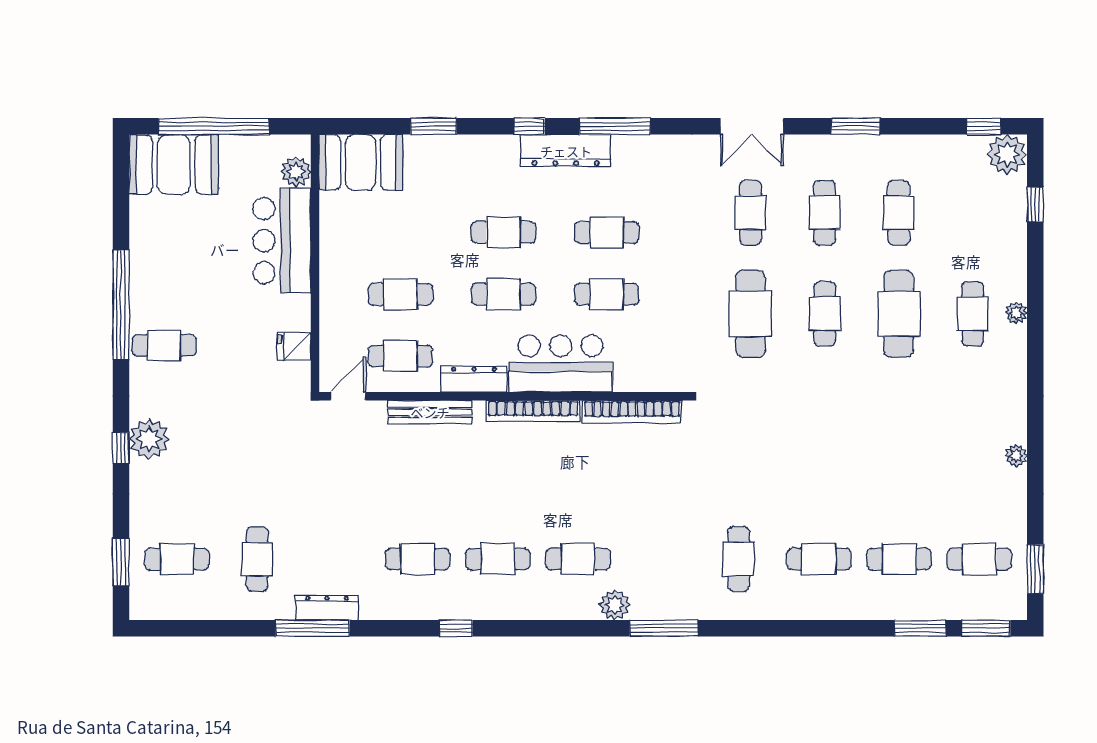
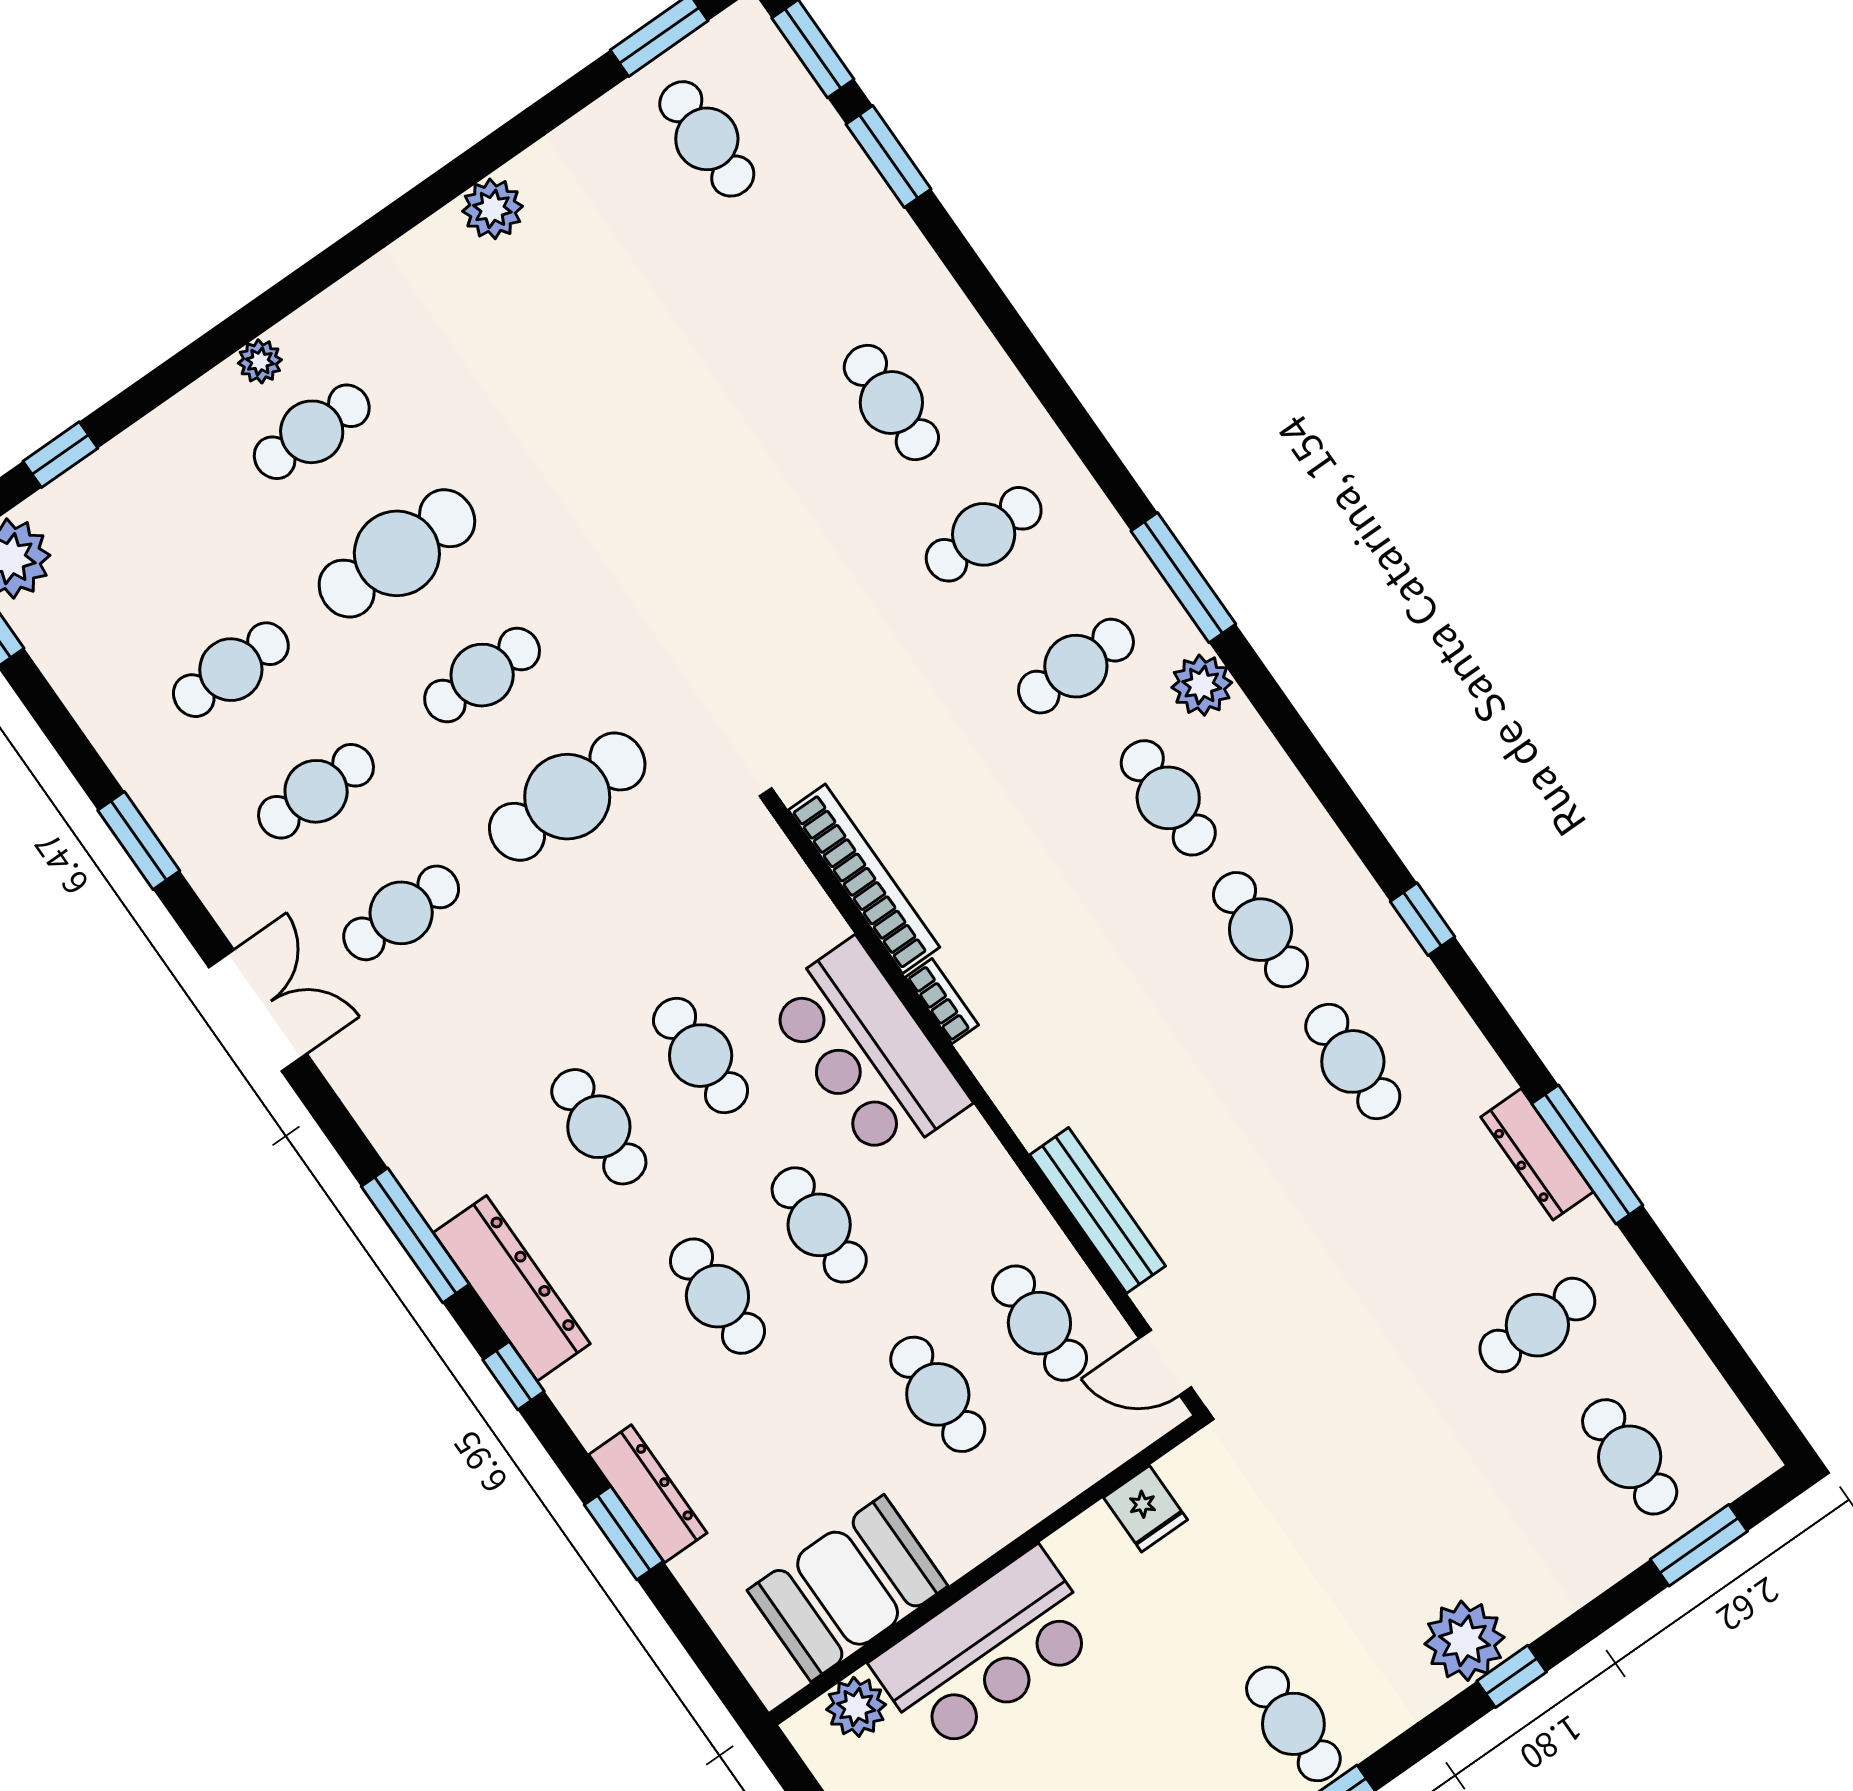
booth: (361, 162) -> (848, 1588), moved, turned 90
dresser: (474, 379) -> (648, 1494), moved, turned 180
bookcase: (533, 411) -> (942, 1001), width x0.43, depth x0.76
plant: (1016, 456) -> (492, 209), width x1.38, depth x1.38
cafe table: (899, 559) -> (1076, 666), moved, turned 90

